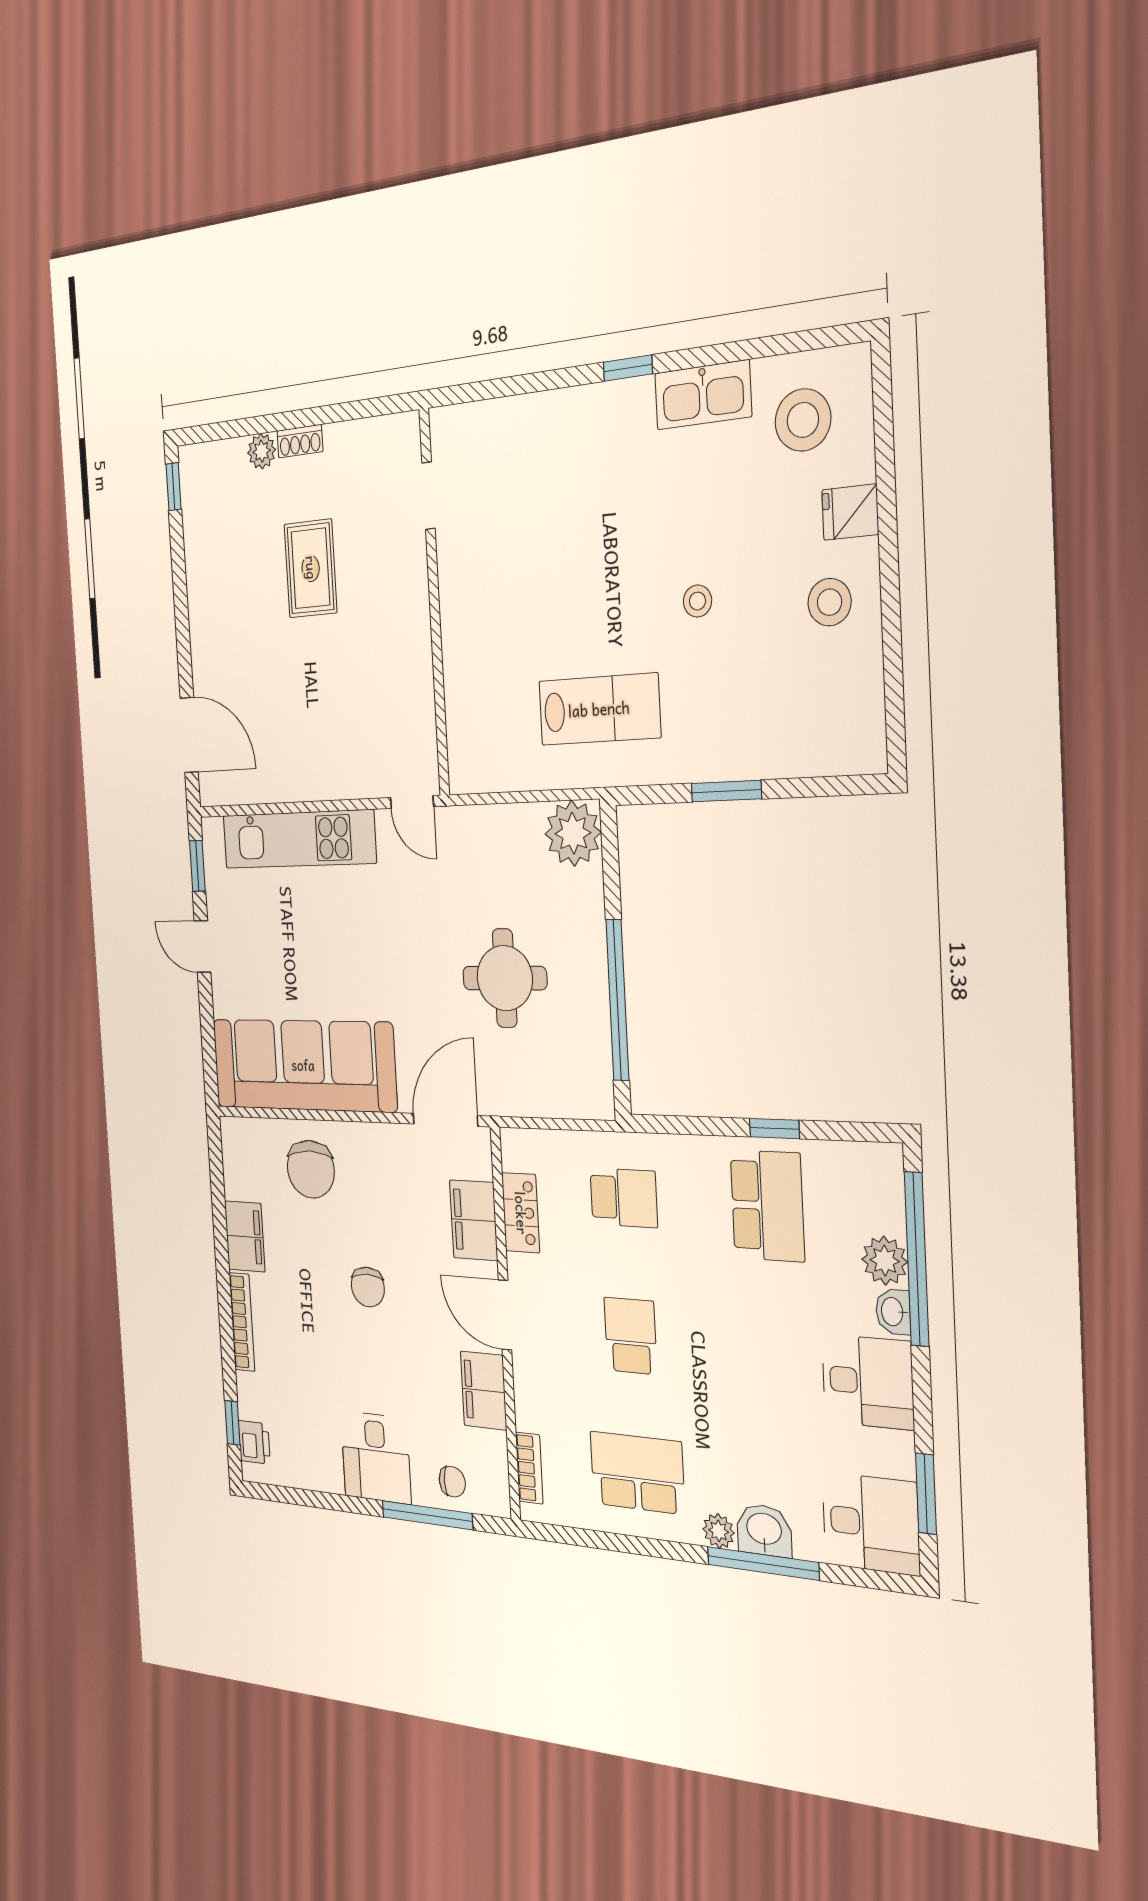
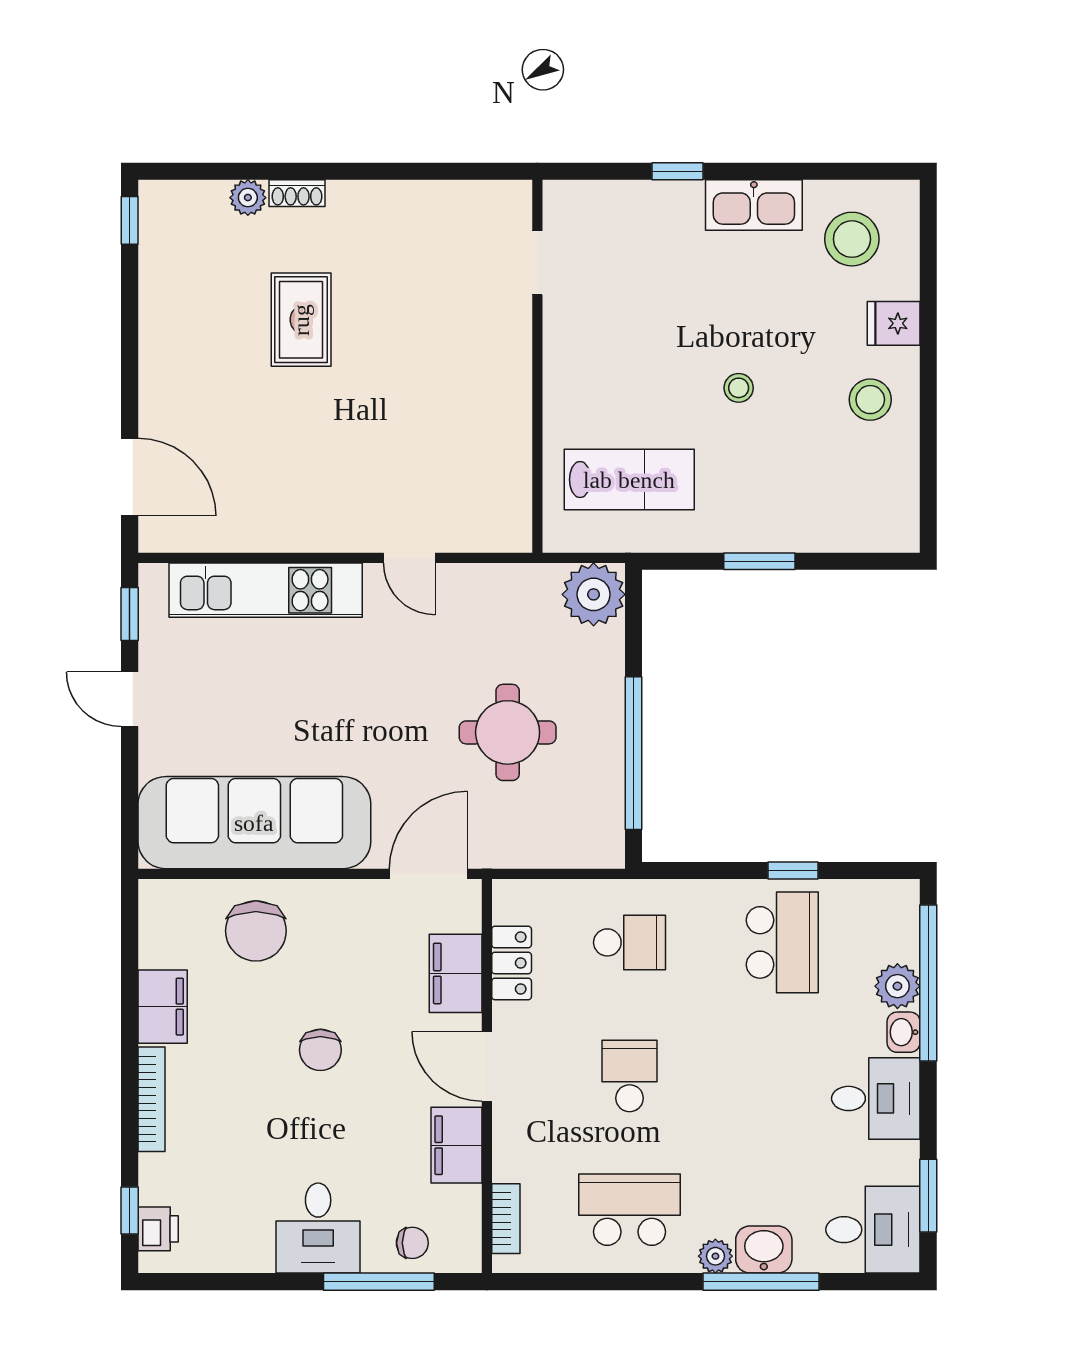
doorway: (428, 496) -> (537, 263), moved
wall: (434, 603) -> (537, 366), moved

